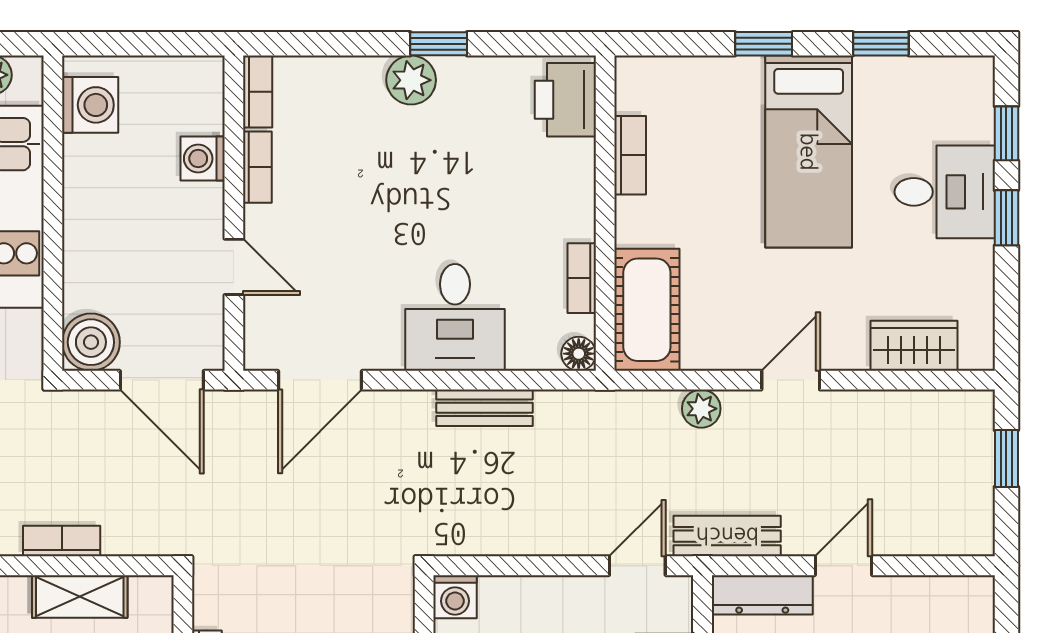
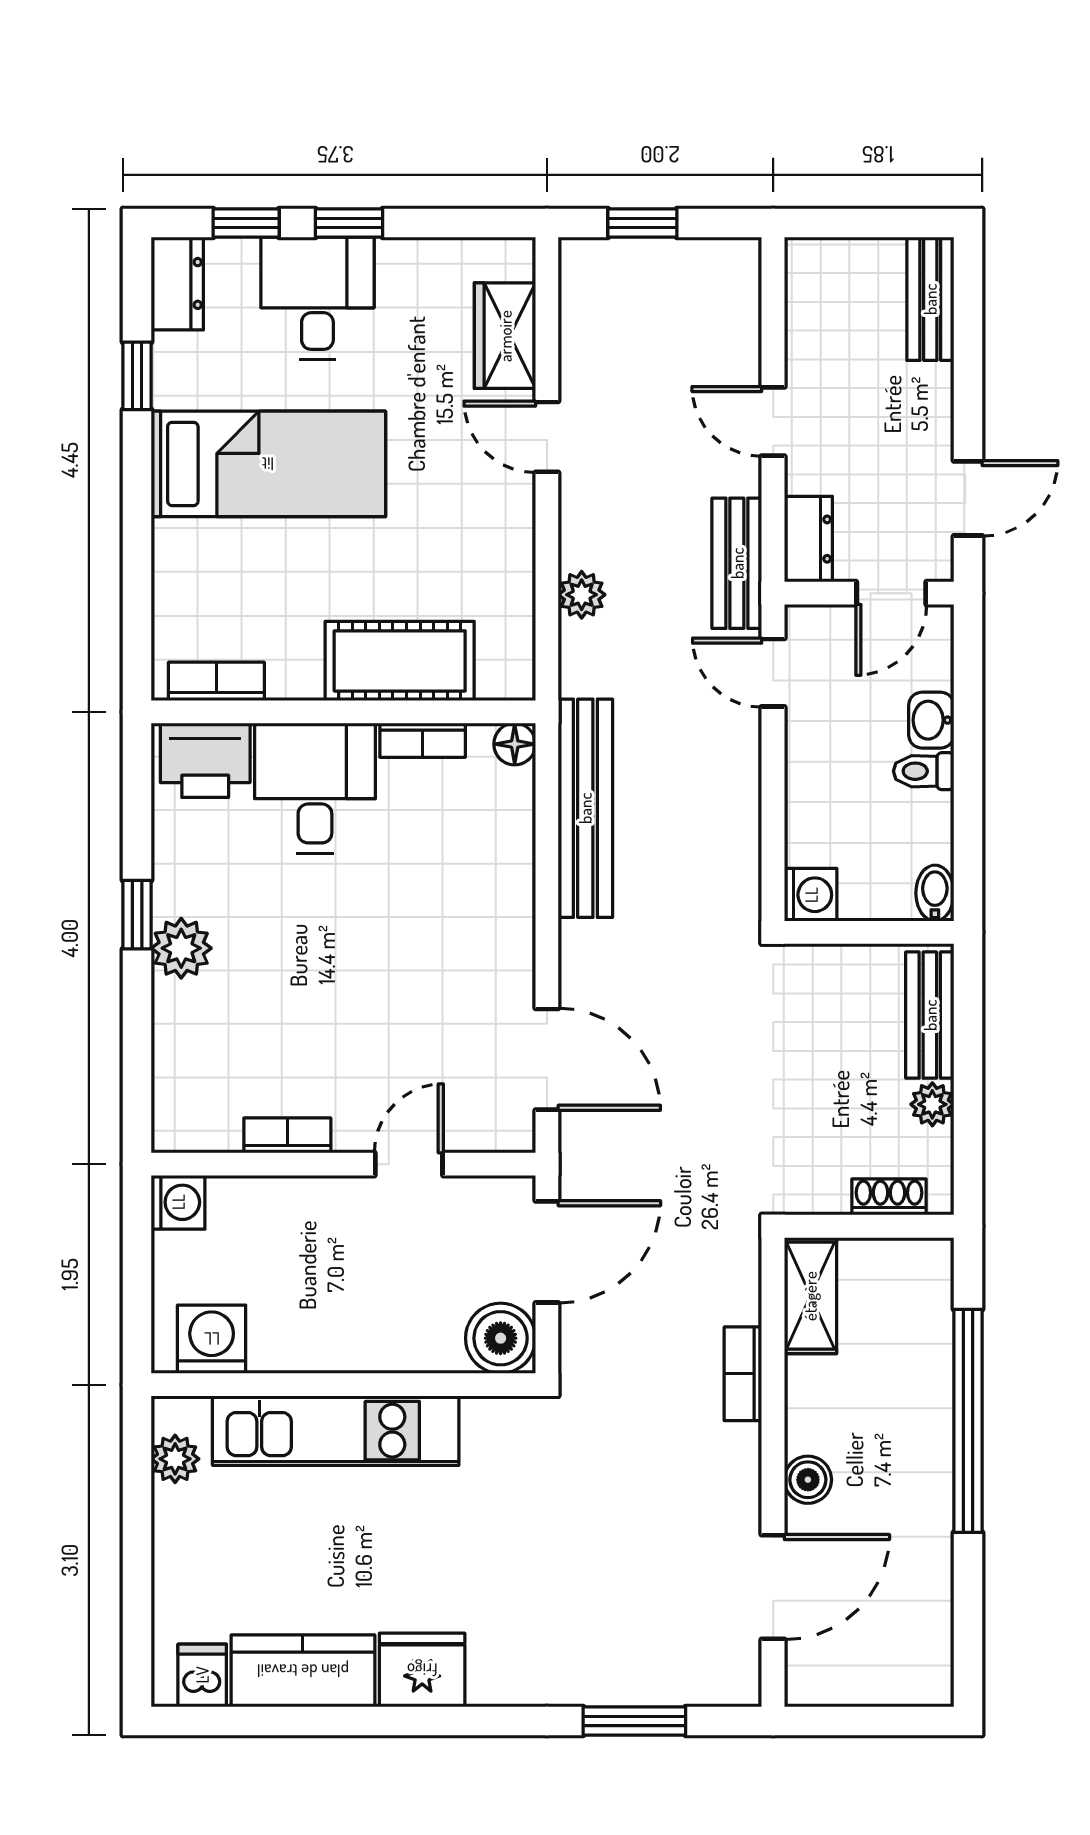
window: (764, 44) -> (137, 519), removed
dresser: (957, 77) -> (177, 283), added
bookcase: (258, 92) -> (195, 1135), removed
bookcase: (630, 155) -> (216, 681), moved
washing machine: (203, 159) -> (178, 1202), moved, turned -90
cot: (647, 310) -> (400, 661), moved
desk: (455, 317) -> (315, 788), moved, turned -90
door: (791, 380) -> (547, 437), moved
bench: (484, 408) -> (585, 808), width x1.86, depth x1.21
dresser: (762, 595) -> (808, 539), width x0.70
shelving: (80, 596) -> (810, 1296), moved

